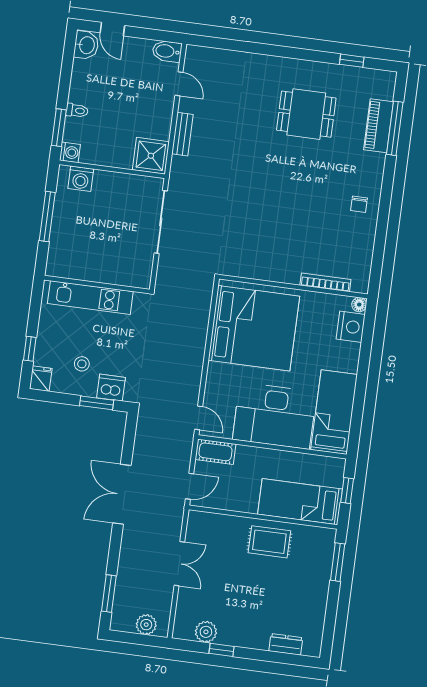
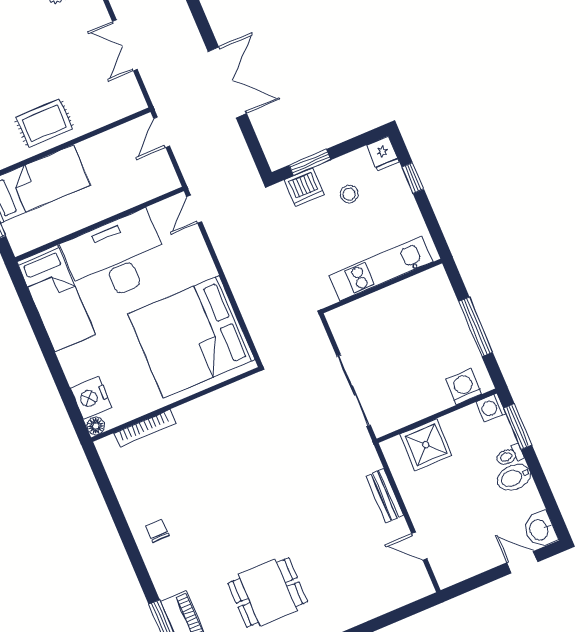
bidet: (167, 51) -> (514, 477), moved, turned 180
shower: (151, 156) -> (426, 445), moved
door: (199, 418) -> (194, 209), hinge flipped
cot: (215, 452) -> (156, 184), removed

